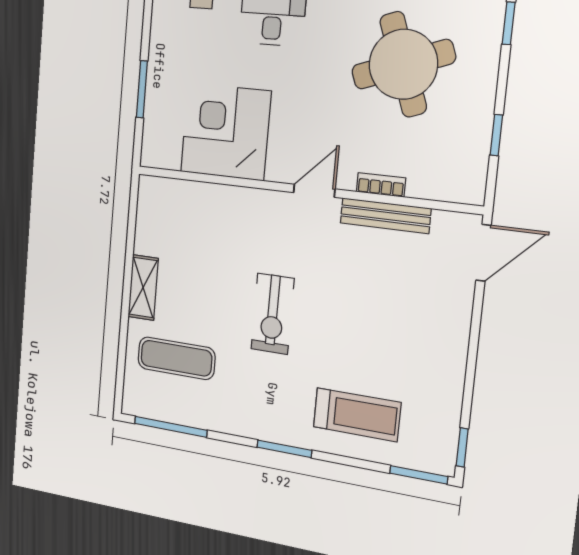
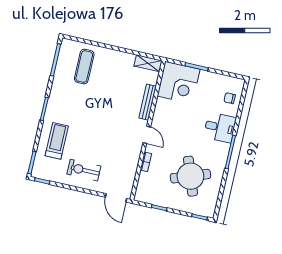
corner desk: (225, 132) -> (179, 83), moved, turned 90
bench: (385, 216) -> (148, 102), moved
shelving: (143, 288) -> (148, 63), moved
exercise bike: (273, 314) -> (84, 170), moved
treadmill: (357, 415) -> (57, 141), turned 180

